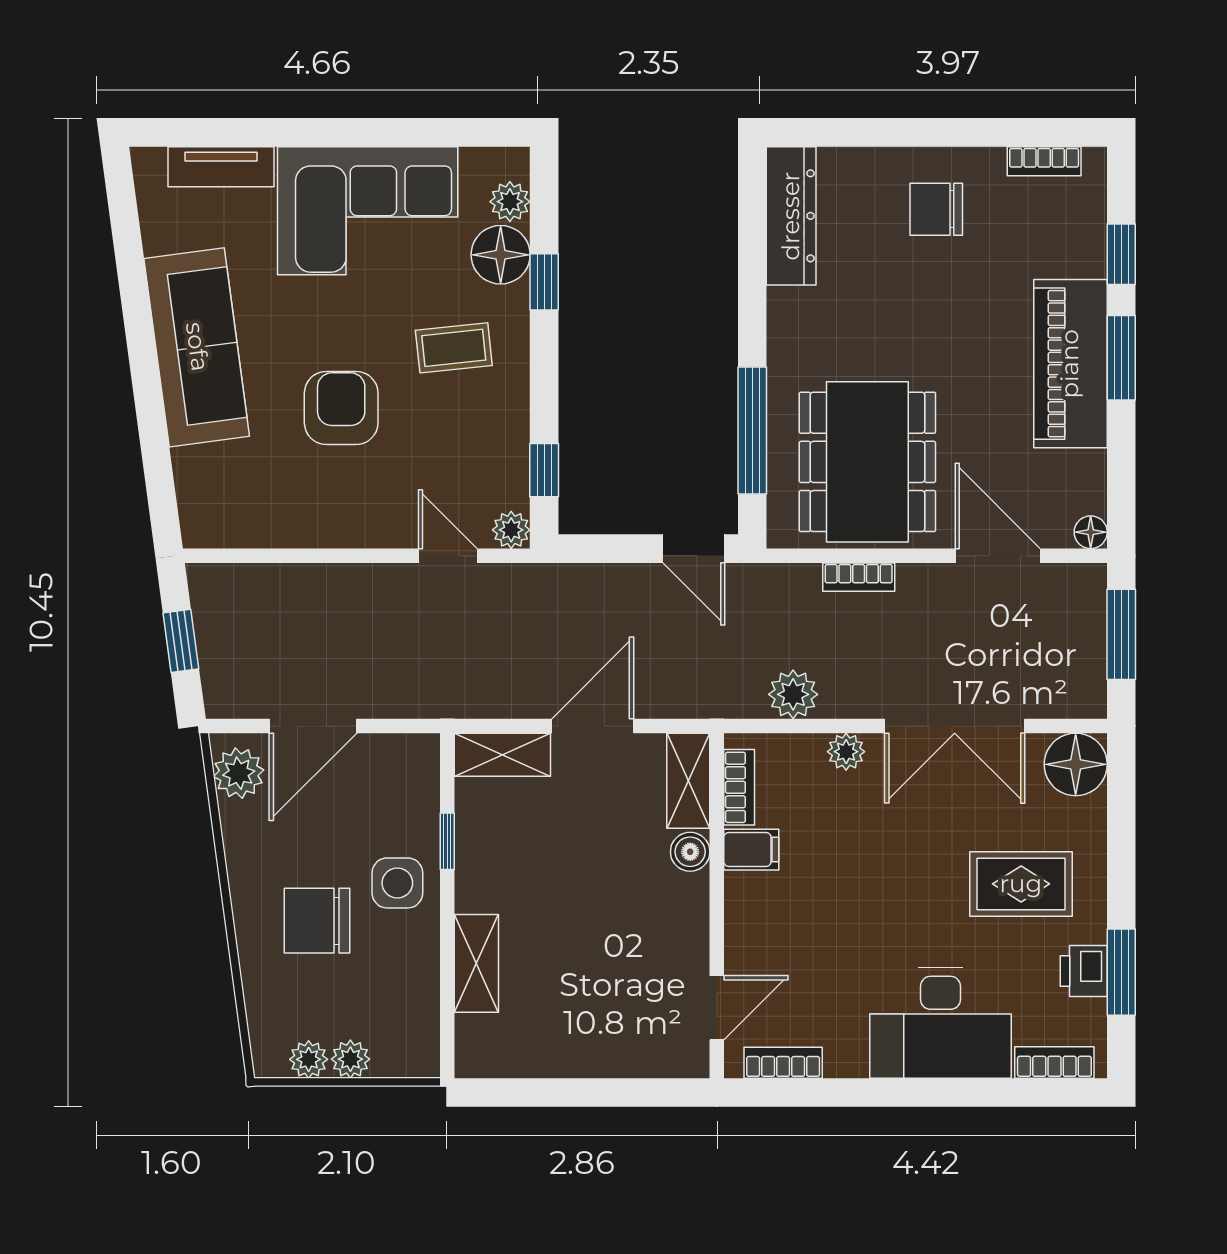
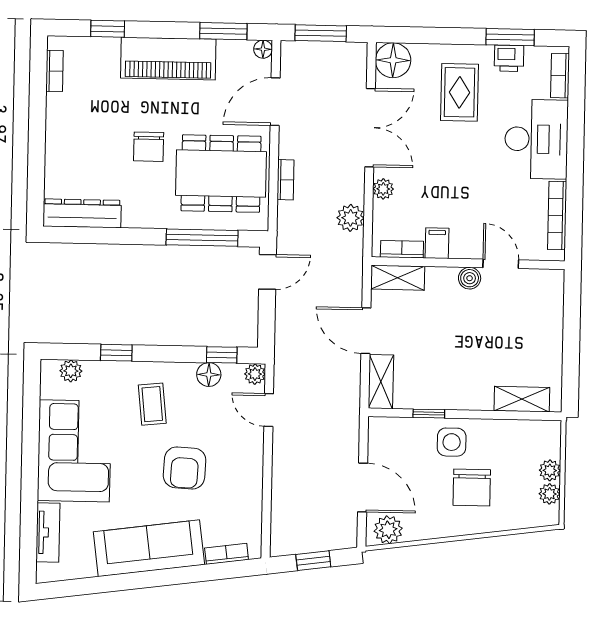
chair: (936, 209) -> (149, 147), moved
floor lamp: (501, 255) -> (209, 375), moved, width x0.73, depth x0.73
window: (1121, 358) -> (223, 31), moved
armchair: (341, 408) -> (185, 468), turned -87
bookcase: (190, 486) -> (227, 554), added
door: (448, 556) -> (269, 410), hinge flipped
boiler: (690, 852) -> (470, 278), moved
shelving: (476, 963) -> (522, 399), moved
door: (717, 1008) -> (501, 264), moved
bookcase: (783, 1063) -> (557, 216), width x1.56

